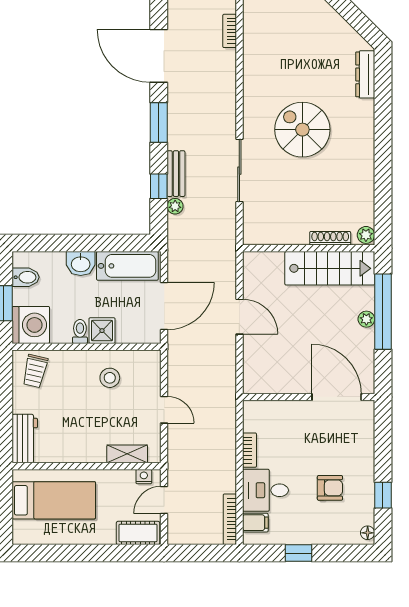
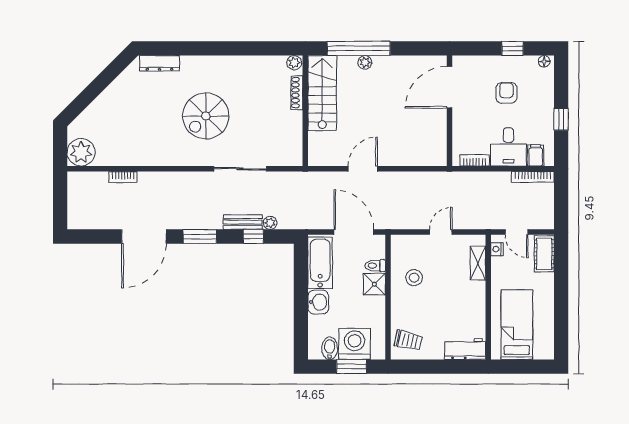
washing machine: (31, 325) -> (355, 344), moved
toilet: (80, 331) -> (375, 266), moved
wall: (309, 397) -> (449, 111), moved
door: (337, 397) -> (449, 87), moved

